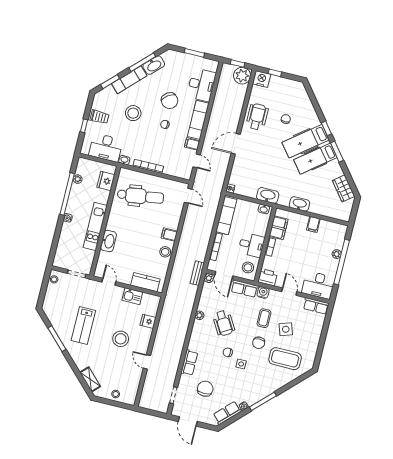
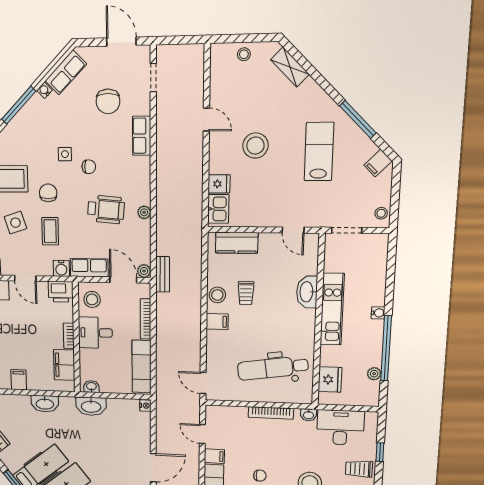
trolley: (147, 249) -> (246, 293), added
kitchen sink: (132, 296) -> (218, 209), moved, turned 90
filing cabinet: (50, 310) -> (378, 163), added
wheelchair: (224, 323) -> (106, 209), turned 126

